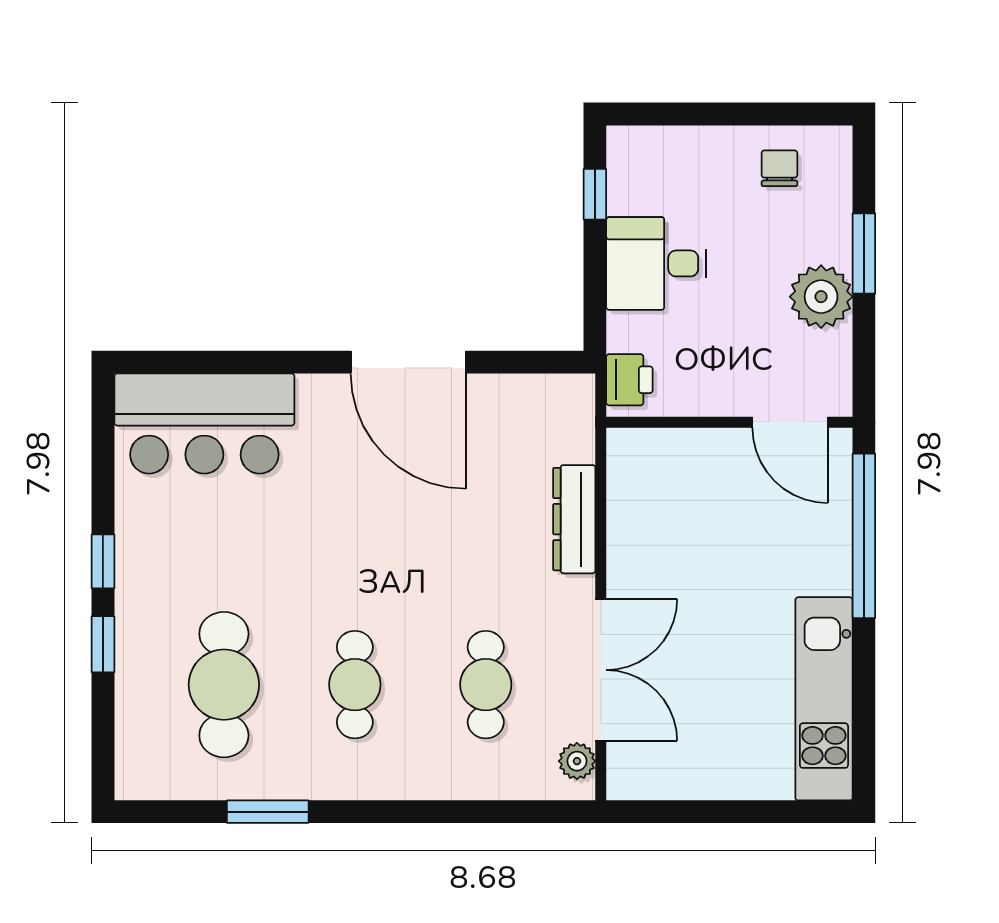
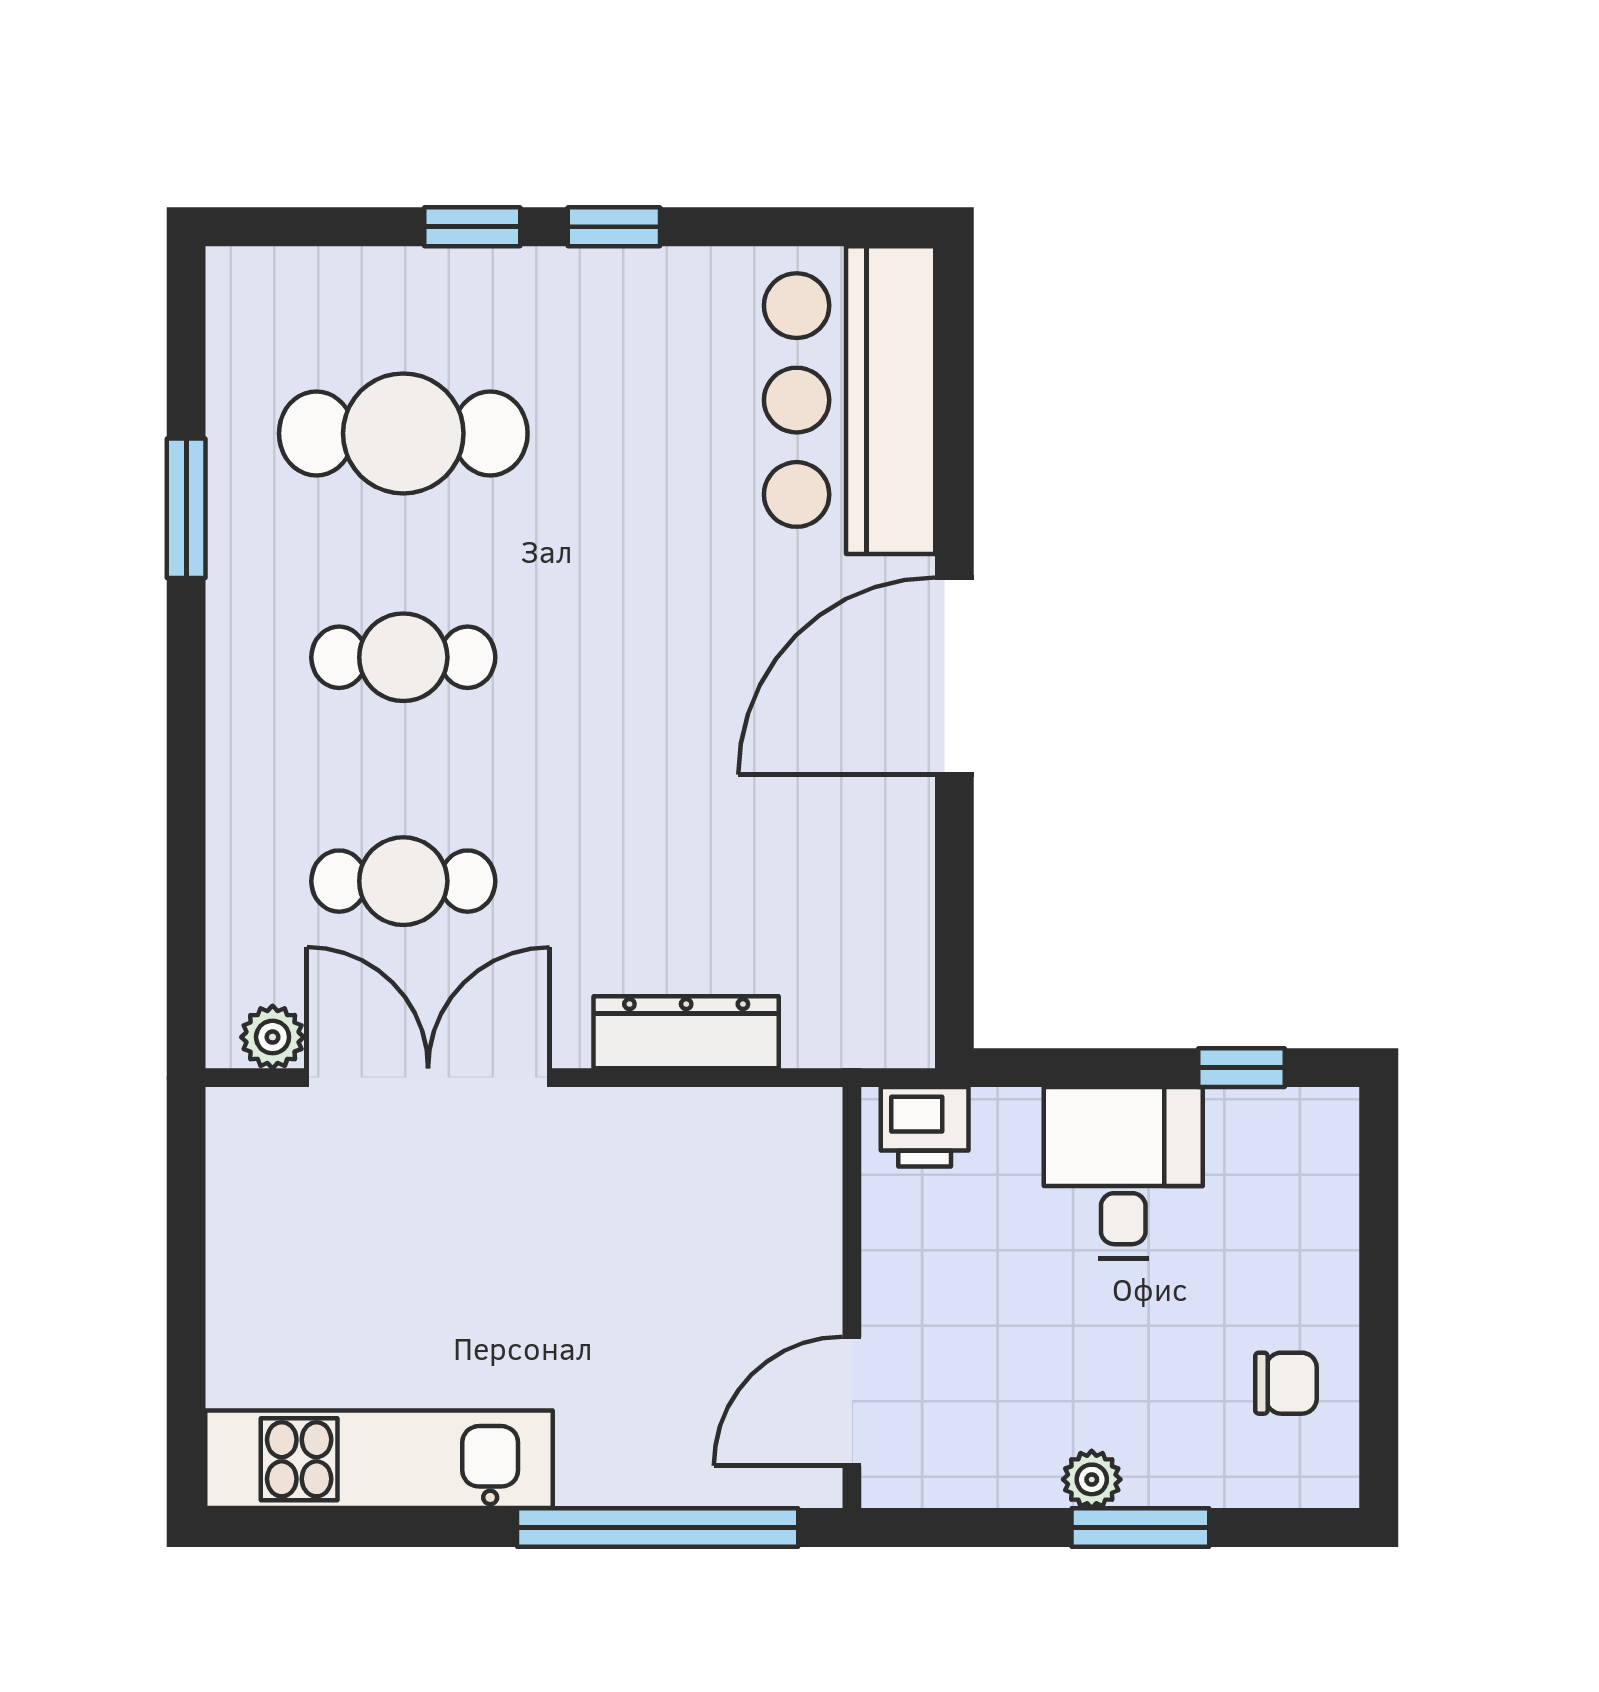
plant: (821, 297) -> (1092, 1479), width x0.53, depth x0.53
door: (408, 362) -> (954, 676), moved
double door: (601, 670) -> (428, 1078), swing flipped

